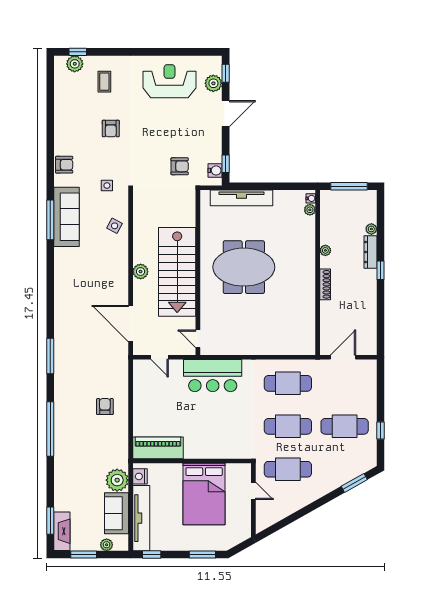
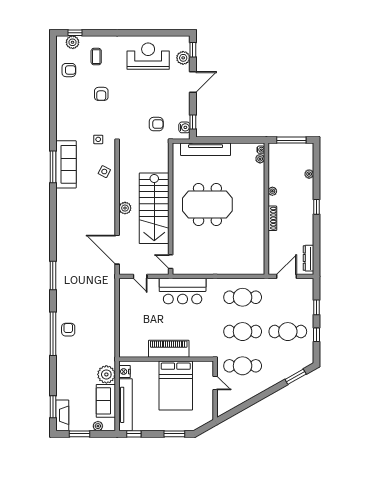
armchair: (64, 165) -> (69, 70), moved
dresser: (370, 252) -> (308, 258), moved
window: (381, 396) -> (316, 307), added
armchair: (105, 407) -> (68, 330), moved
piano: (158, 448) -> (169, 349), moved

